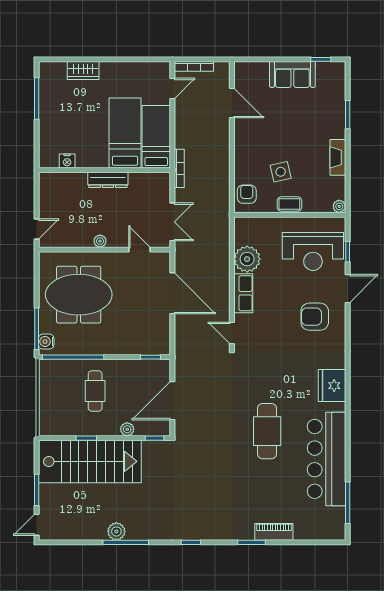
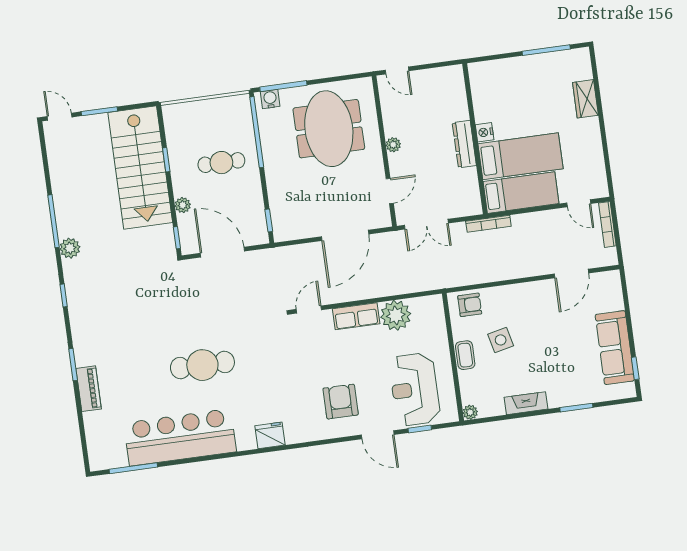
sofa: (292, 74) -> (615, 348), width x1.36
nightstand: (67, 161) -> (485, 132), moved
fridge: (332, 386) -> (270, 435), width x0.73, depth x0.75
plant: (116, 531) -> (70, 248), moved

